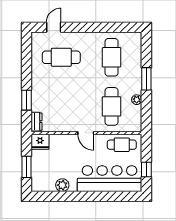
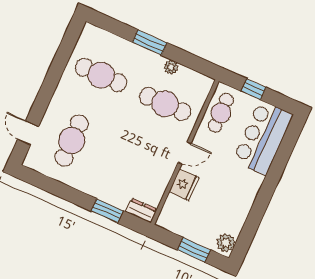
fridge: (40, 142) -> (184, 185), moved
window: (146, 170) -> (254, 89), moved
bar counter: (110, 179) -> (263, 138), width x0.73
plant: (62, 185) -> (226, 243), moved

